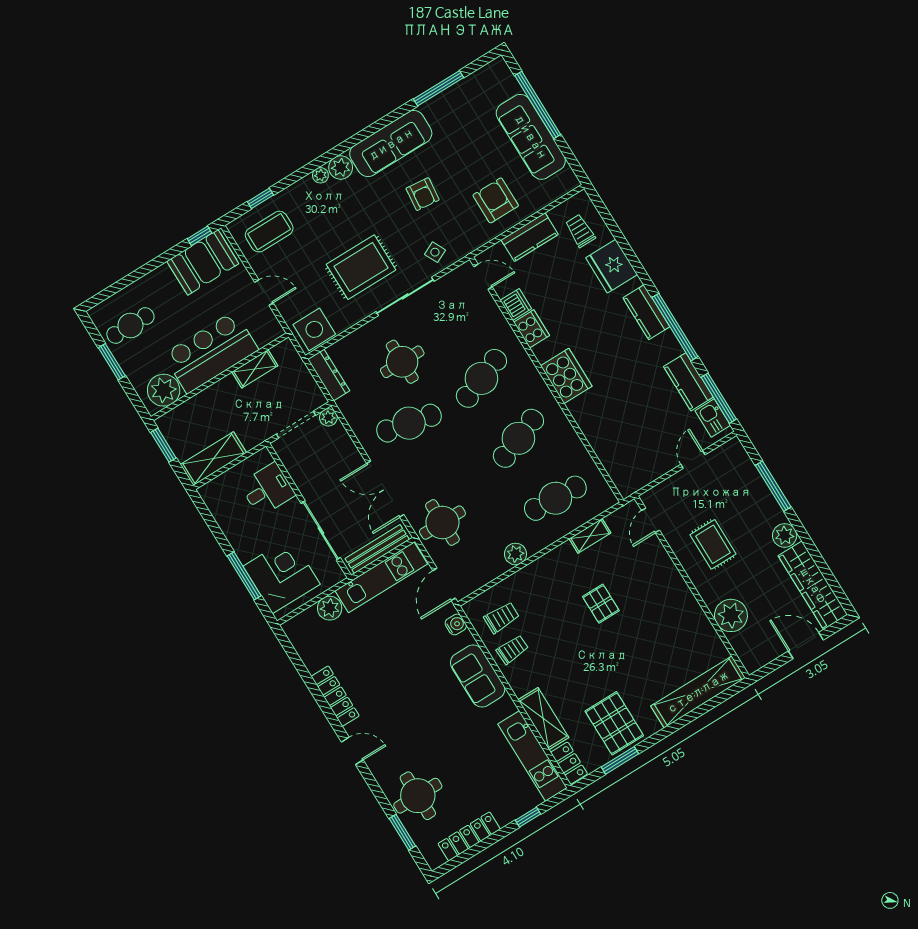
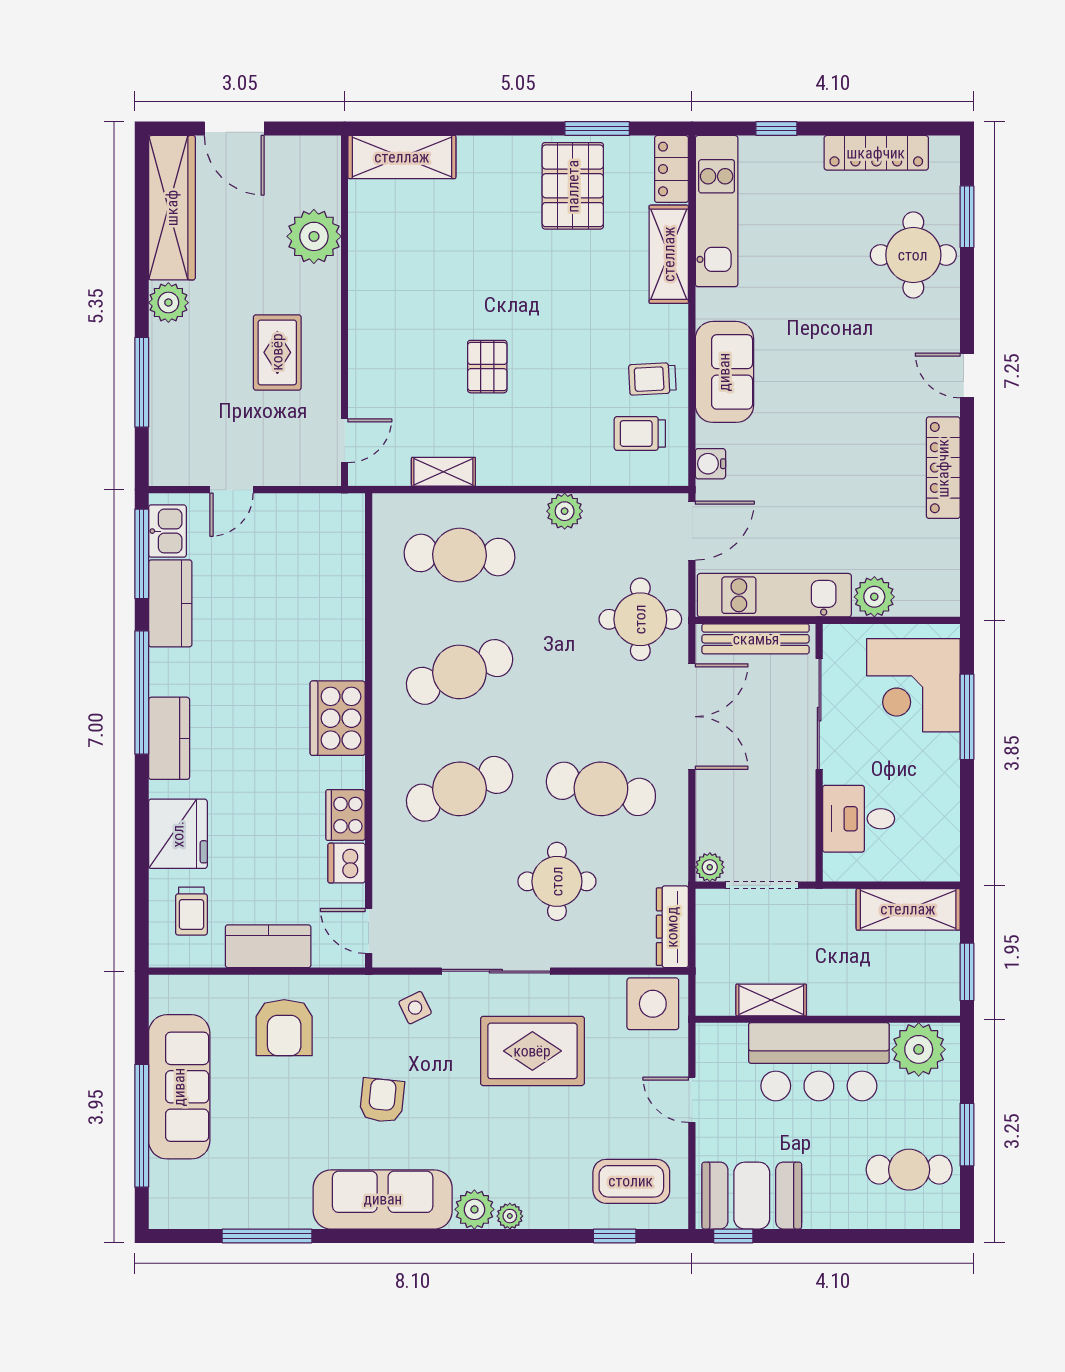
shelving: (698, 692) -> (402, 157), width x0.68

